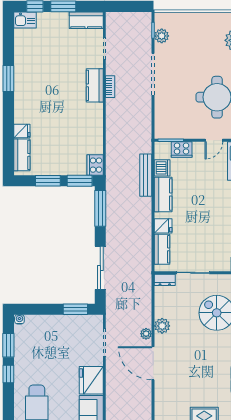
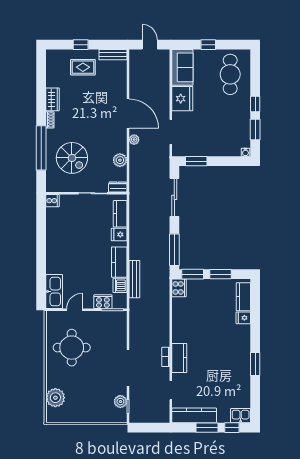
kitchen counter: (86, 20) -> (194, 415), width x1.50
plant: (162, 326) -> (120, 160), moved

